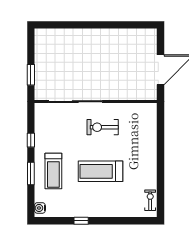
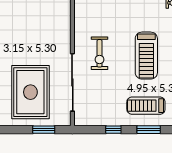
rug: (66, 62) -> (30, 92), added
treadmill: (53, 171) -> (146, 106), turned 180

